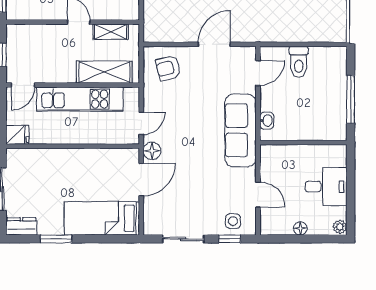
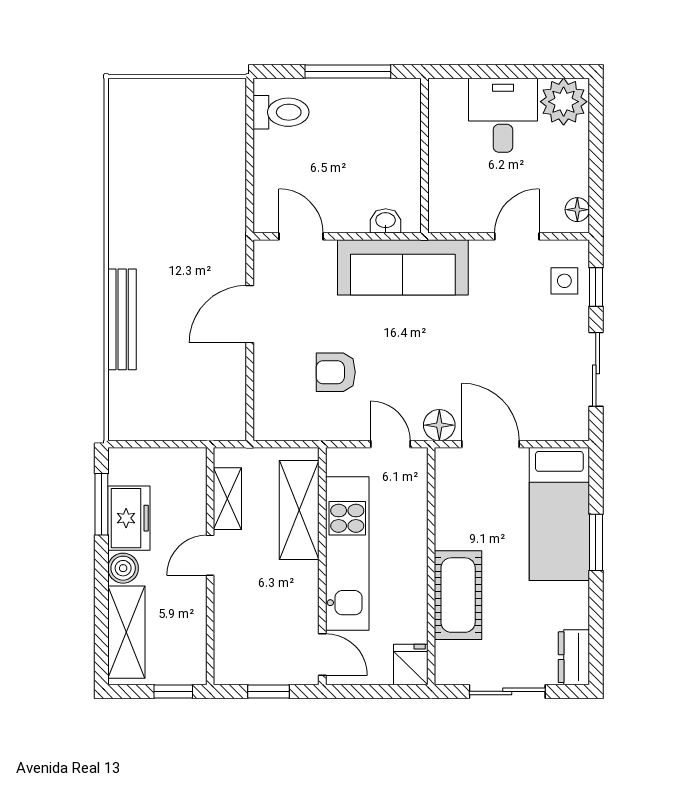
door: (214, 44) -> (250, 314), hinge flipped
toilet: (299, 62) -> (281, 112), moved
armchair: (168, 68) -> (336, 372), moved, turned 104
cot: (56, 161) -> (458, 595), added
plant: (340, 227) -> (564, 102), width x1.88, depth x1.88
floor lamp: (300, 228) -> (577, 210), moved
window: (56, 239) -> (596, 542), moved

